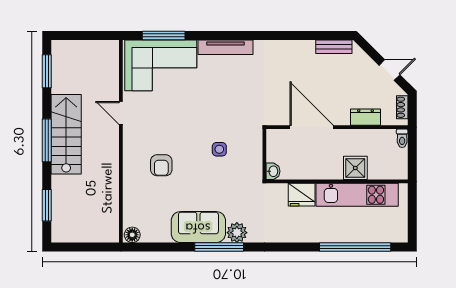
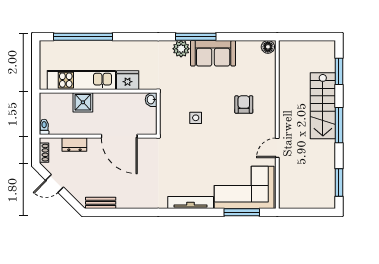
door: (121, 113) -> (277, 148), swing flipped
stairs: (66, 134) -> (323, 106), moved

